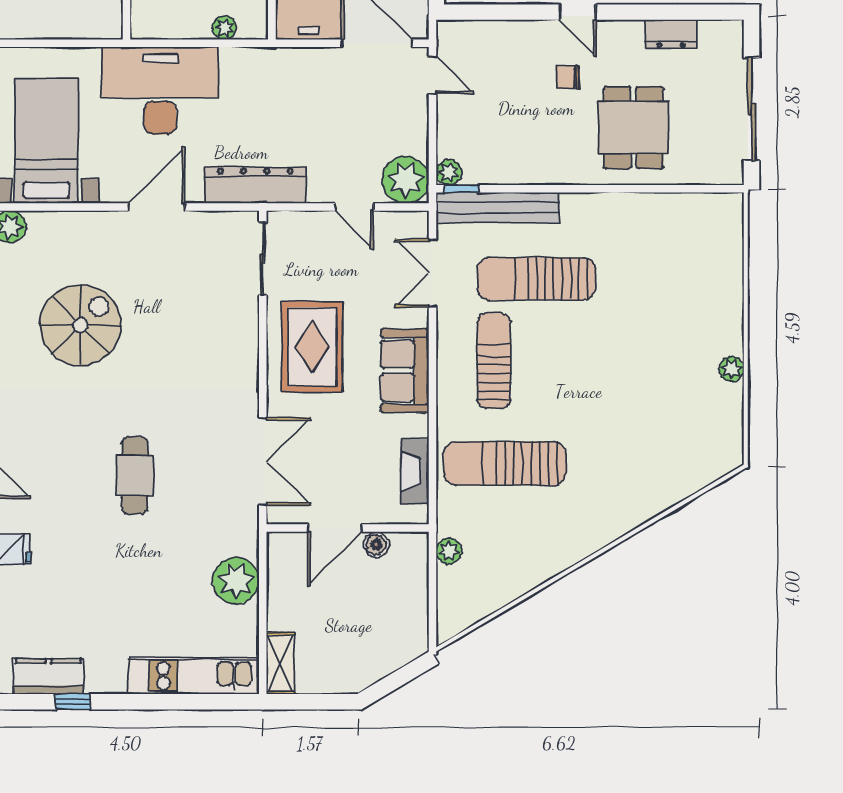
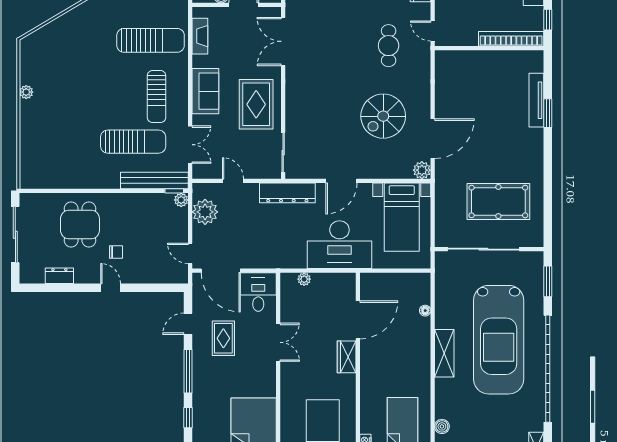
plant: (405, 180) -> (205, 212), moved
cafe table: (135, 475) -> (389, 46), moved

